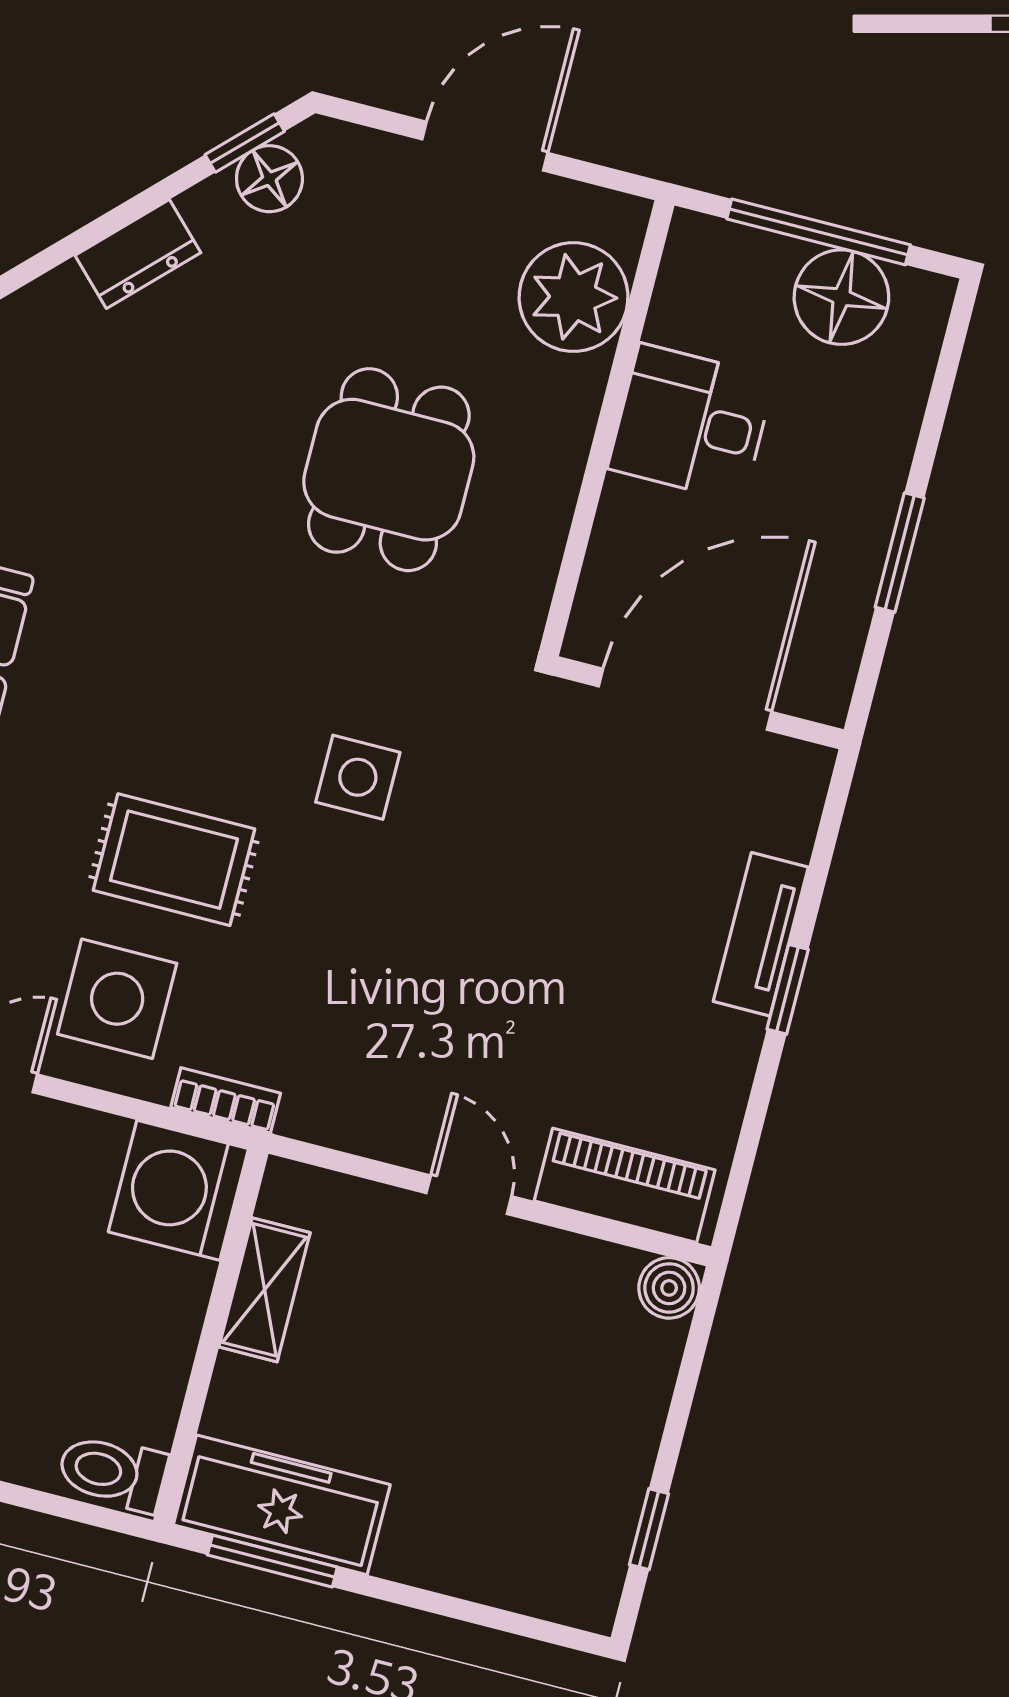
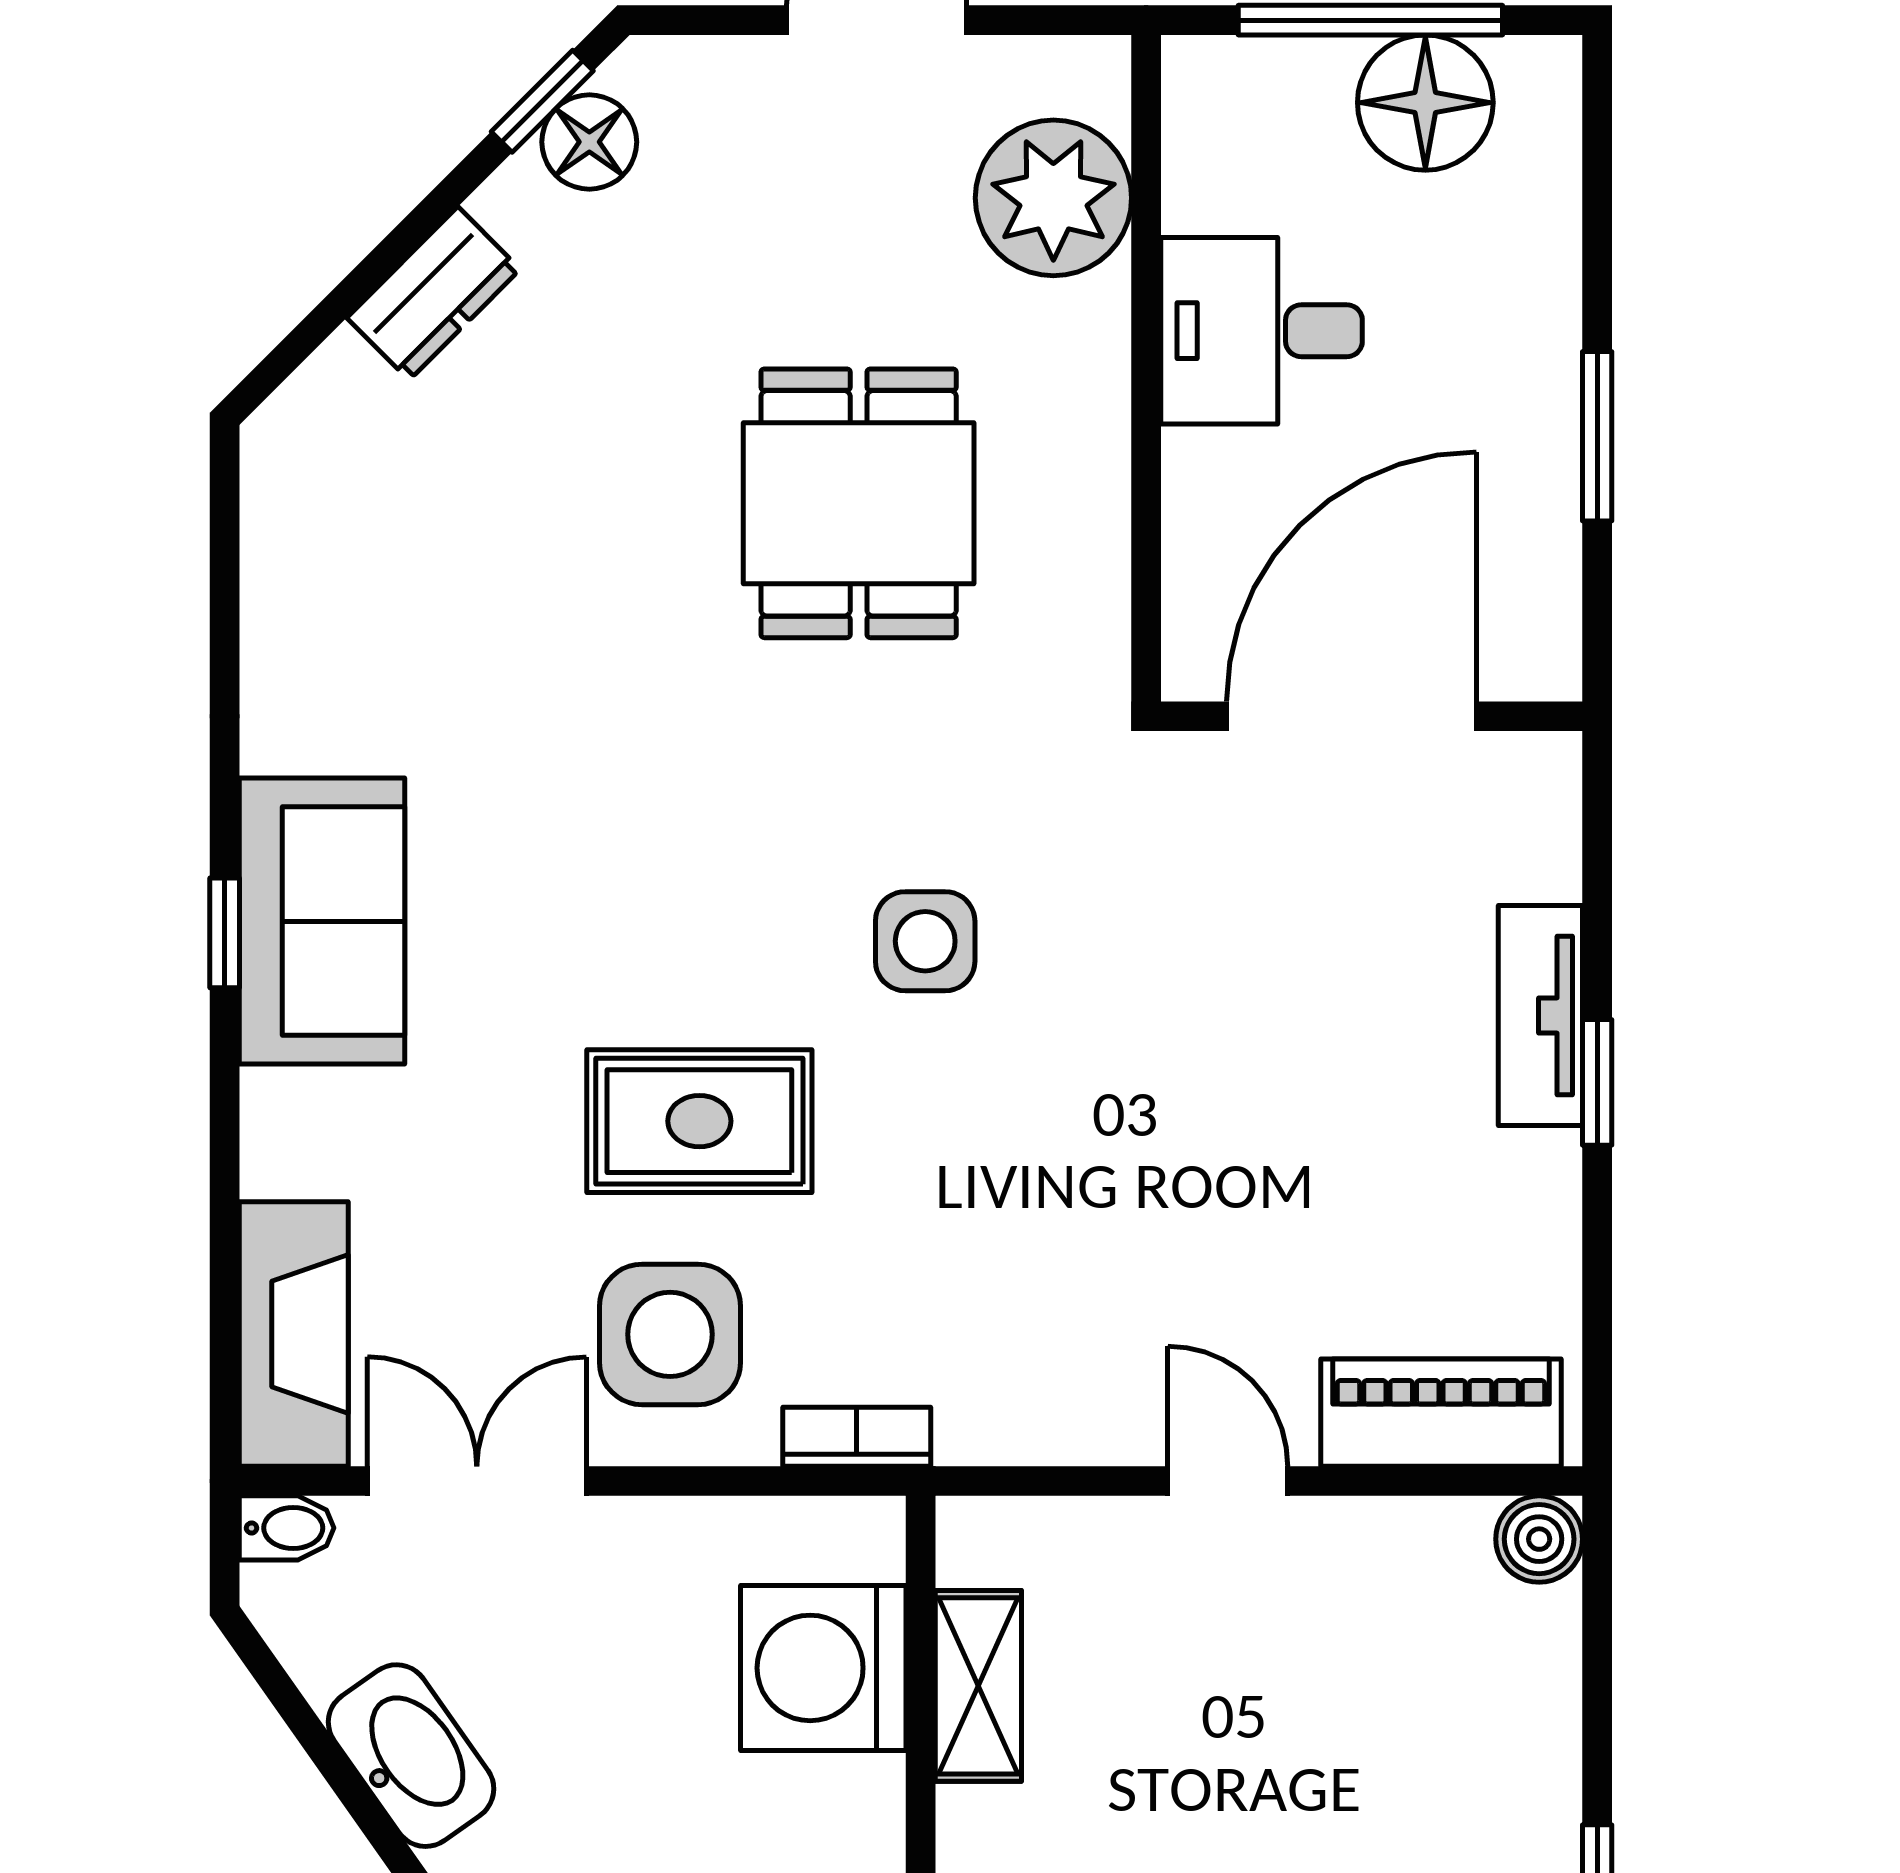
washing machine: (178, 1190) -> (823, 1668), moved

